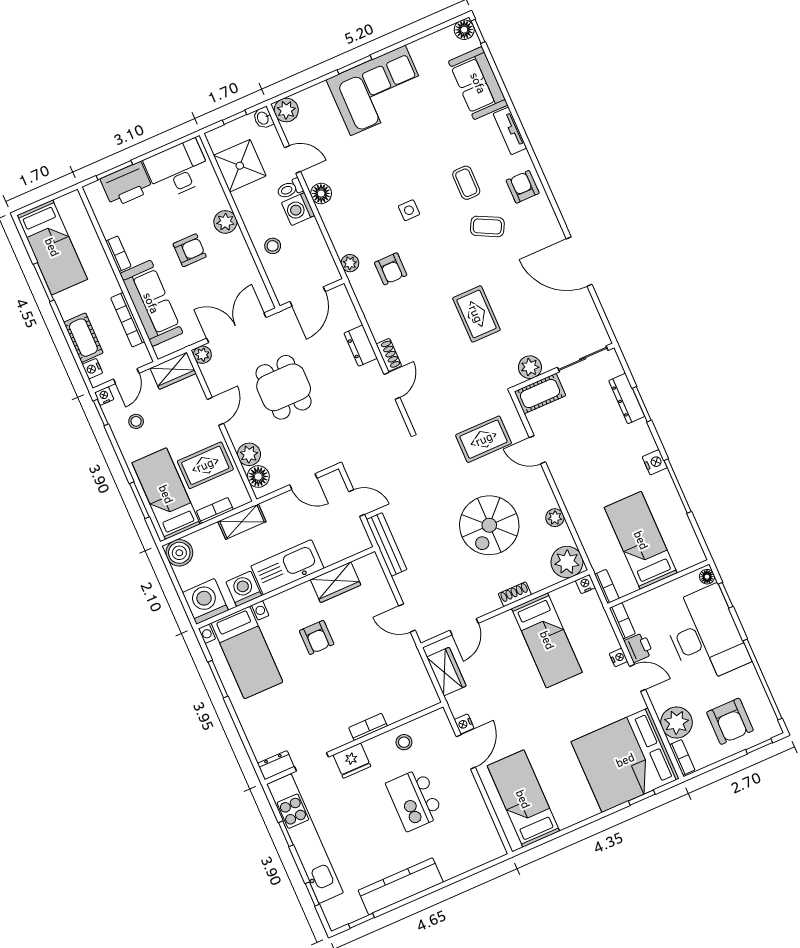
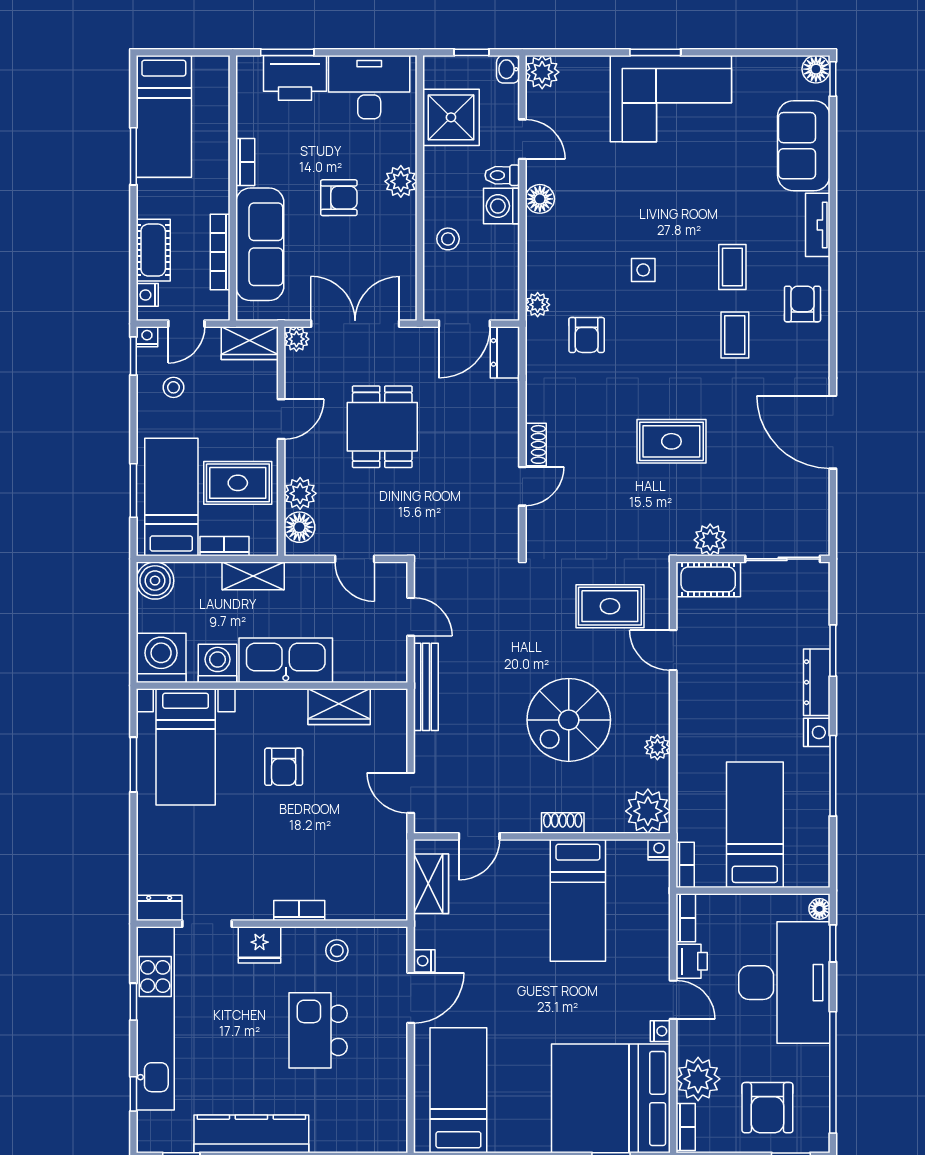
coffee table: (487, 226) -> (735, 335), turned 63
rug: (476, 314) -> (671, 441), turned 90
dresser: (361, 346) -> (505, 352), moved
dresser: (627, 399) -> (817, 682), moved
nightstand: (619, 657) -> (660, 1031), moved

